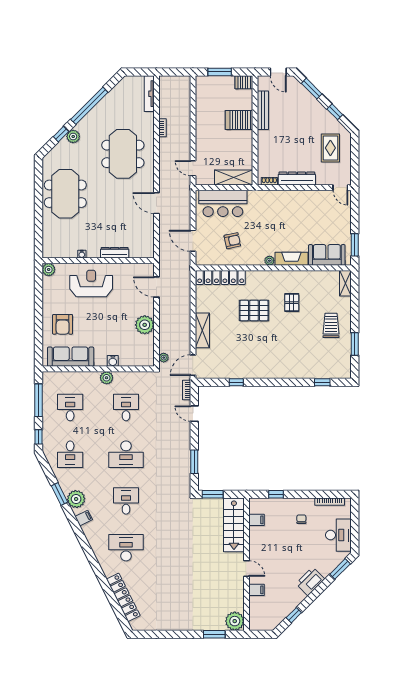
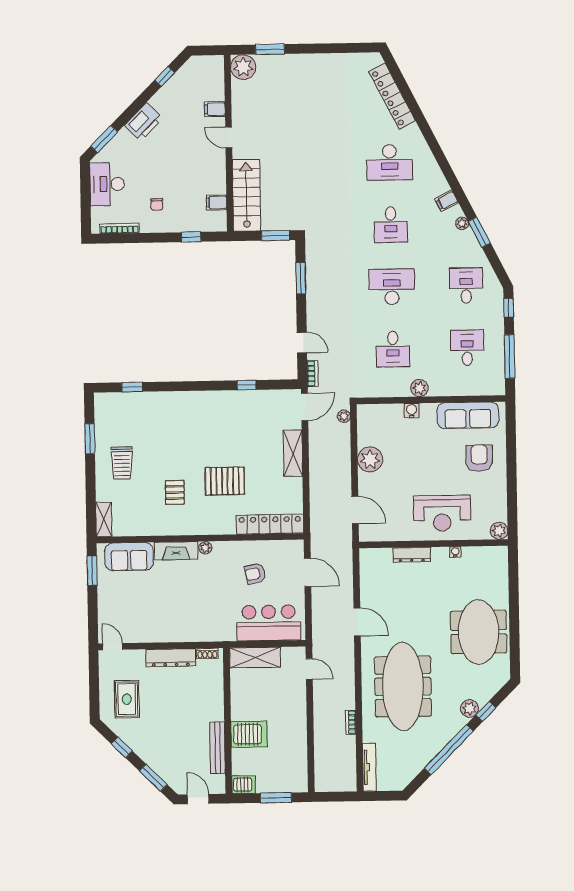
meeting table: (123, 154) -> (403, 686), width x1.36
desk: (70, 407) -> (467, 348), turned 180
plant: (76, 499) -> (462, 223), width x0.53, depth x0.53

